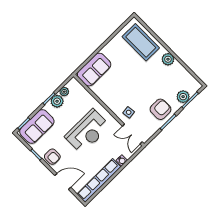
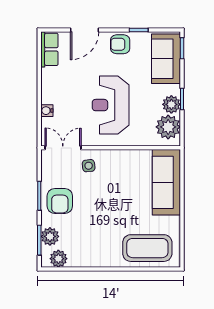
plant: (168, 59) -> (58, 259), moved
sofa: (94, 70) -> (166, 182), width x1.36
plant: (64, 92) -> (168, 127), width x1.87, depth x1.87
row of seats: (99, 180) -> (49, 49), width x0.50

